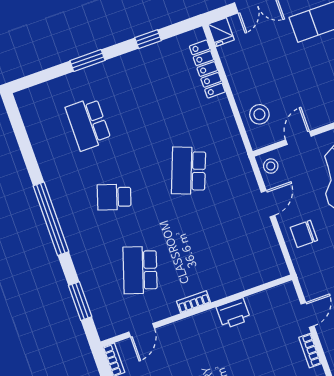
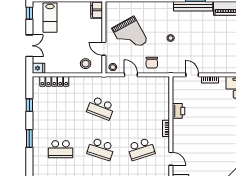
school desk: (114, 197) -> (101, 149), width x1.85
school desk: (140, 270) -> (141, 149), turned -36

